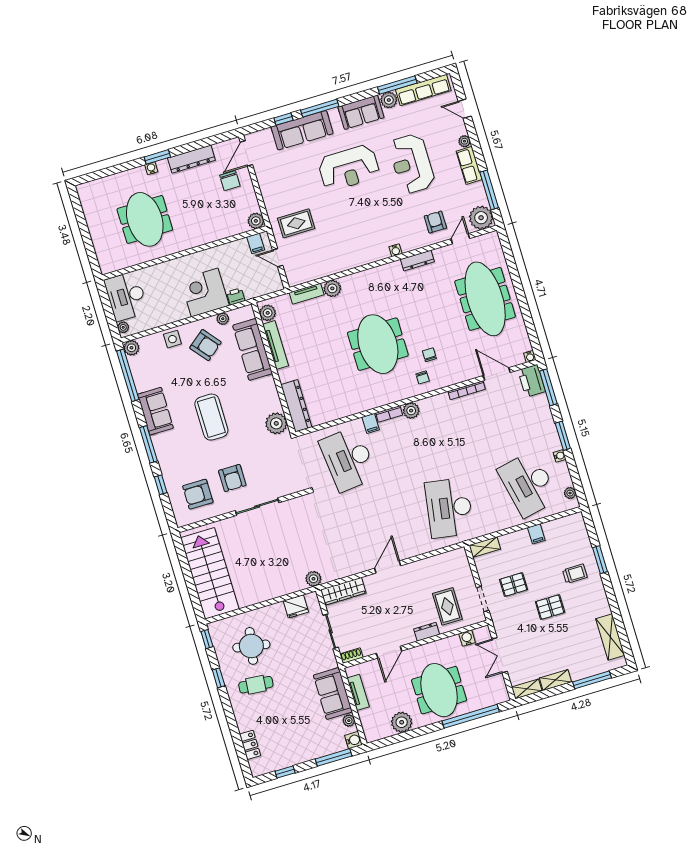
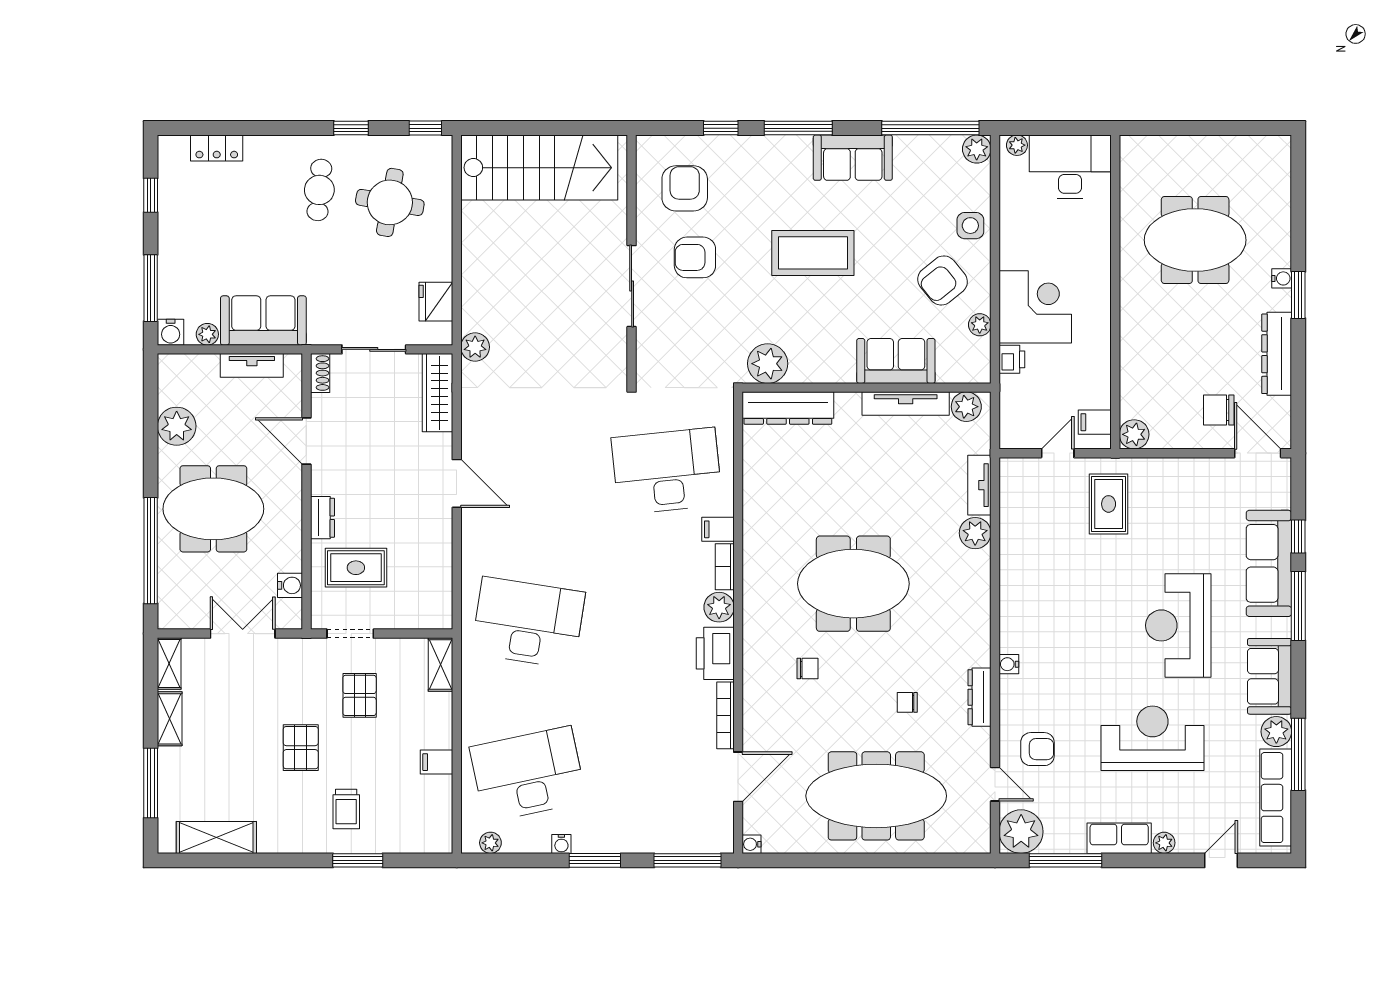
sofa: (253, 349) -> (896, 361), width x0.73
chair: (423, 377) -> (907, 702), moved
printer: (532, 381) -> (715, 653), moved, turned -90

